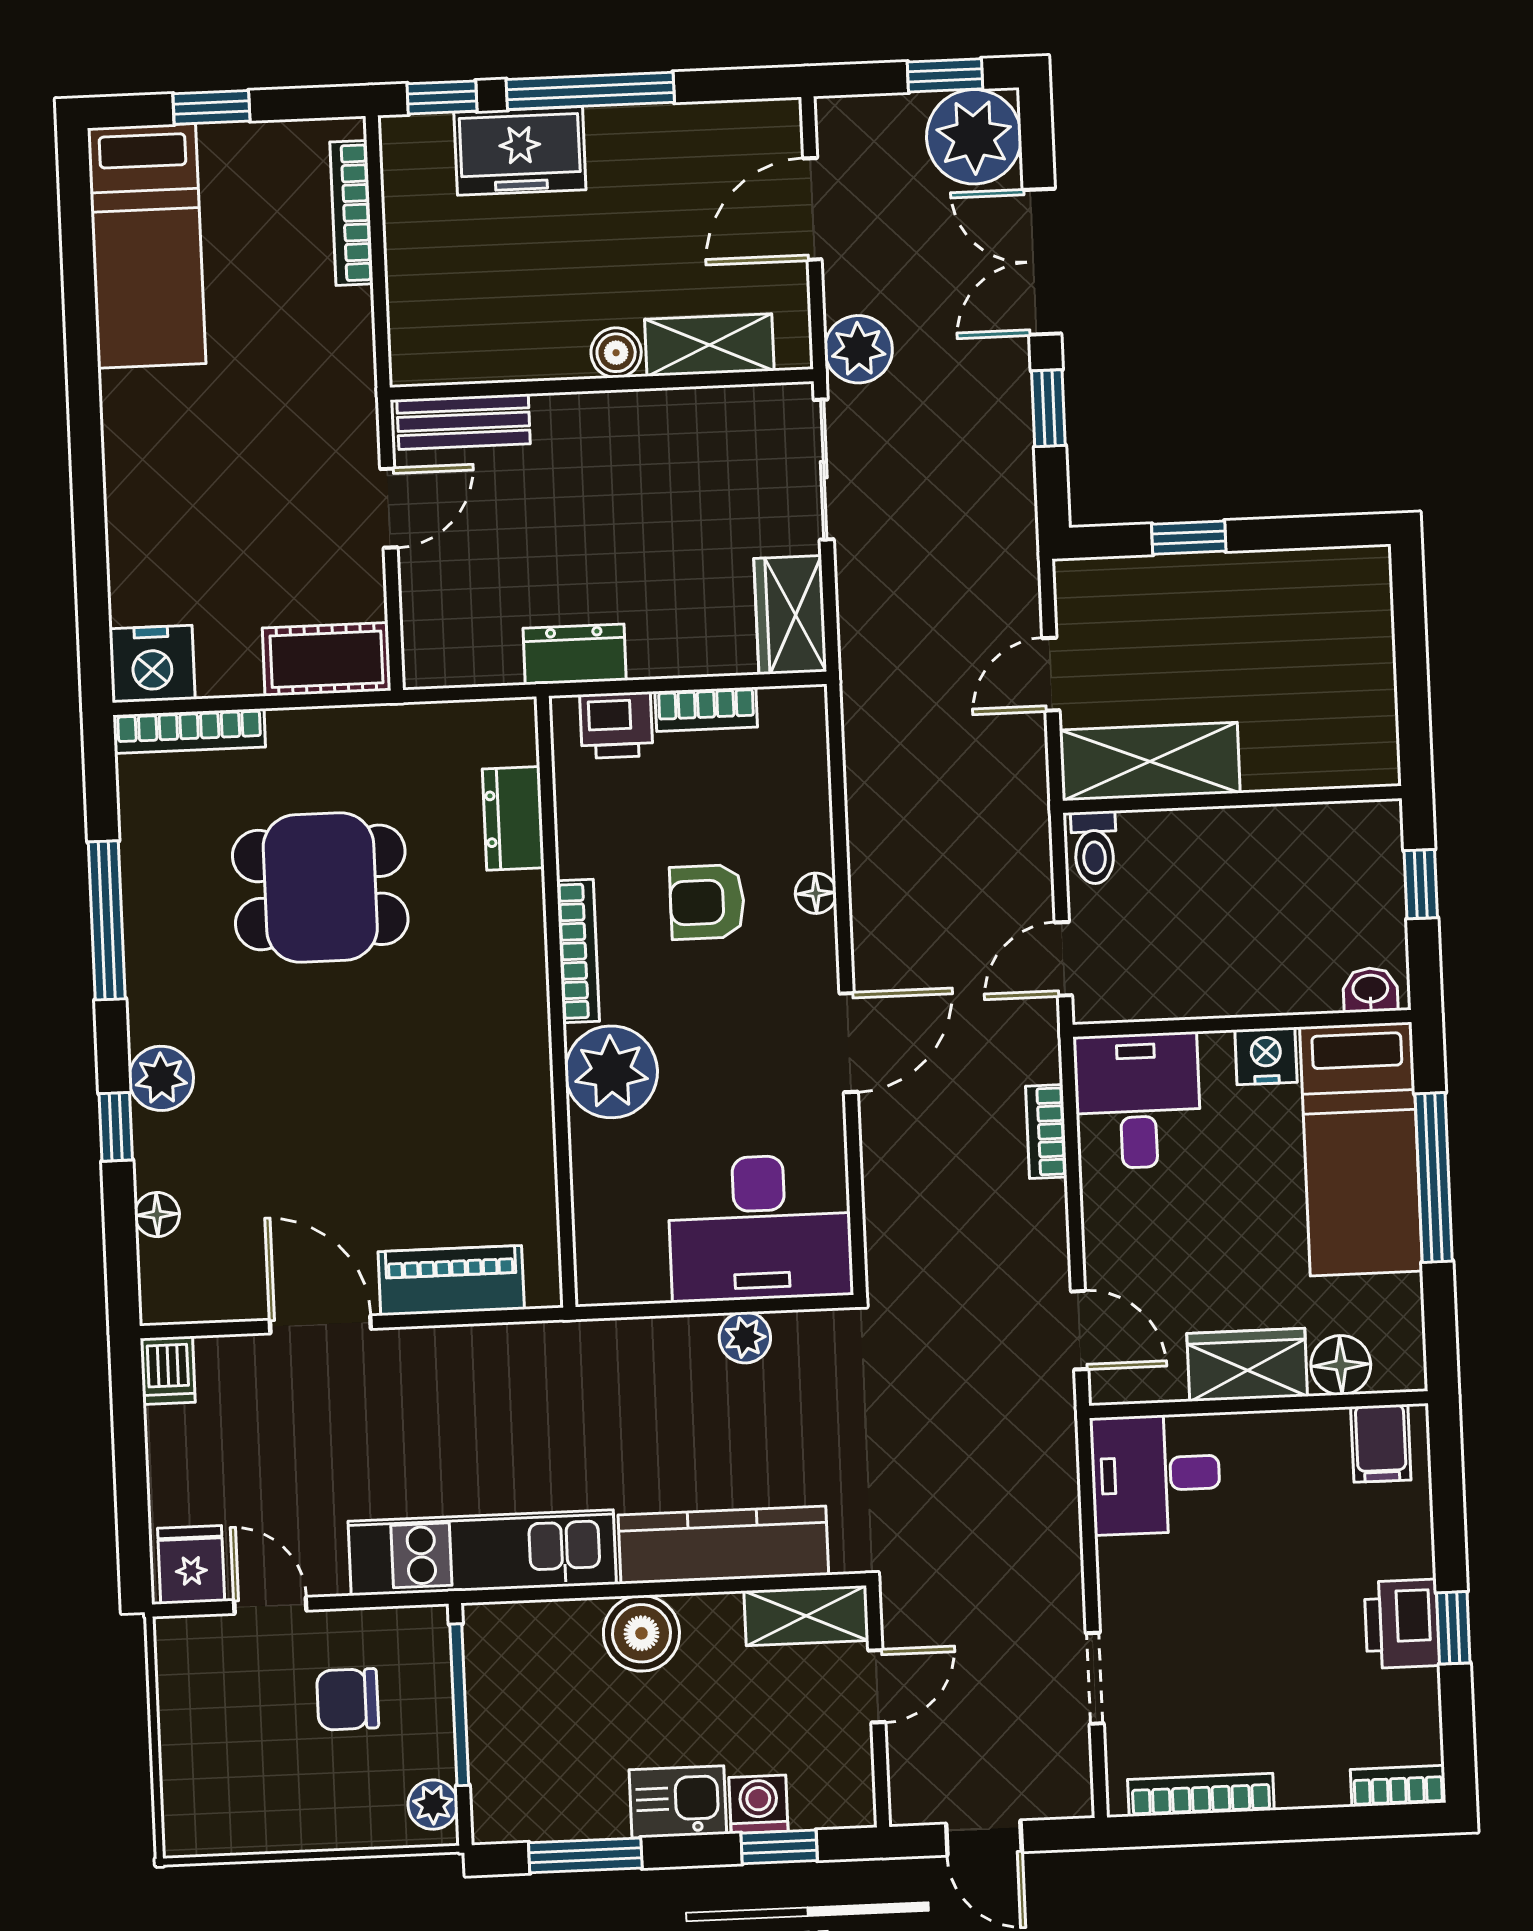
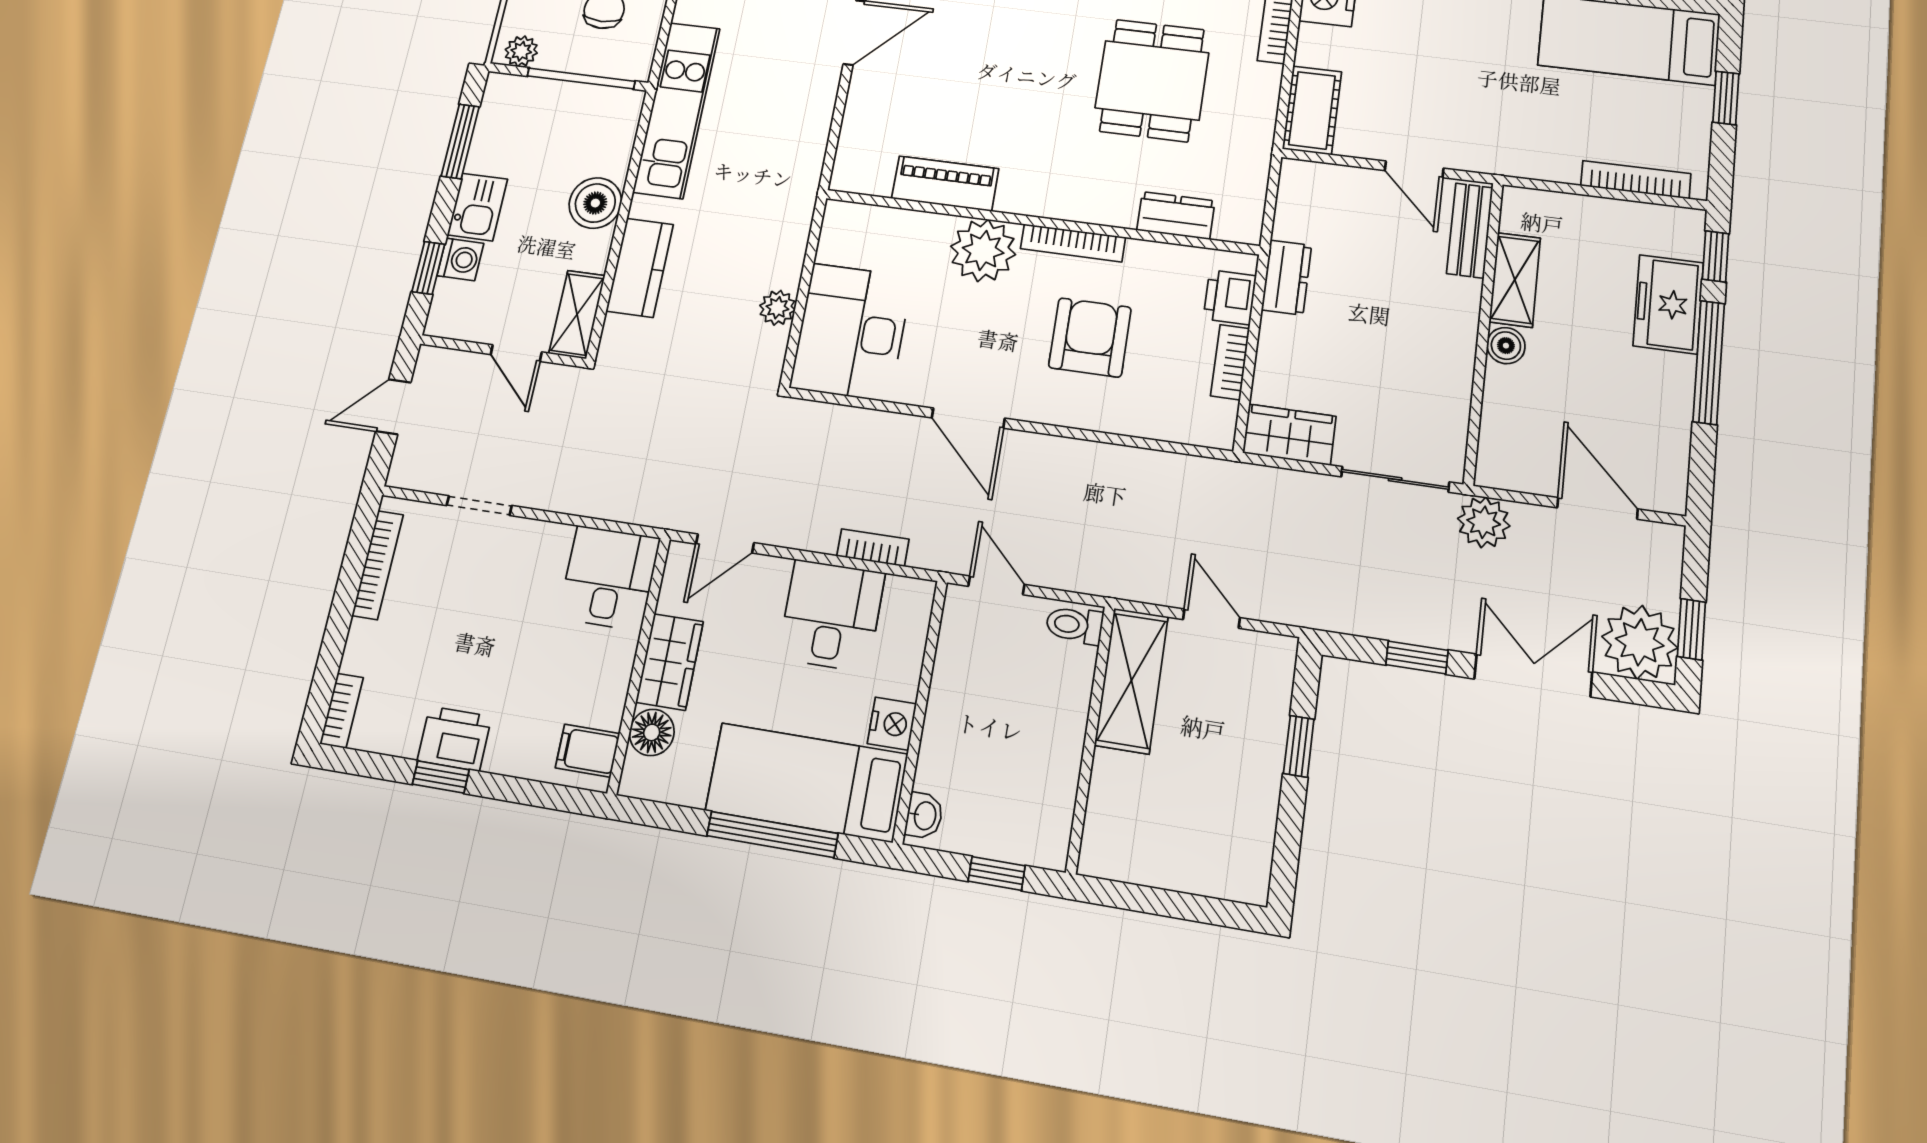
shelving: (709, 345) -> (1515, 280), moved
floor lamp: (816, 893) -> (1081, 415), removed
armchair: (707, 902) -> (1090, 337), width x1.38, depth x1.38
desk: (1137, 1101) -> (831, 616), moved, turned -90
piano: (451, 1280) -> (945, 184), moved, turned -90
kitchen counter: (723, 1545) -> (640, 268), width x0.67

